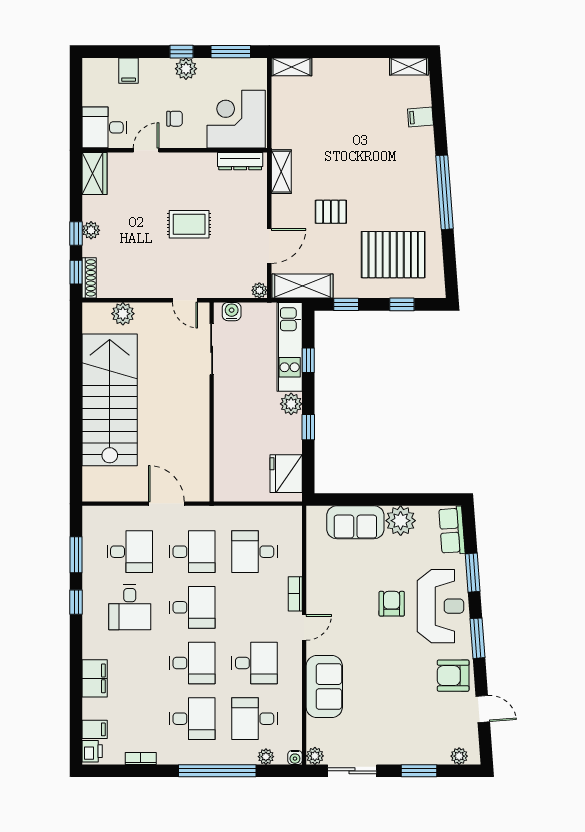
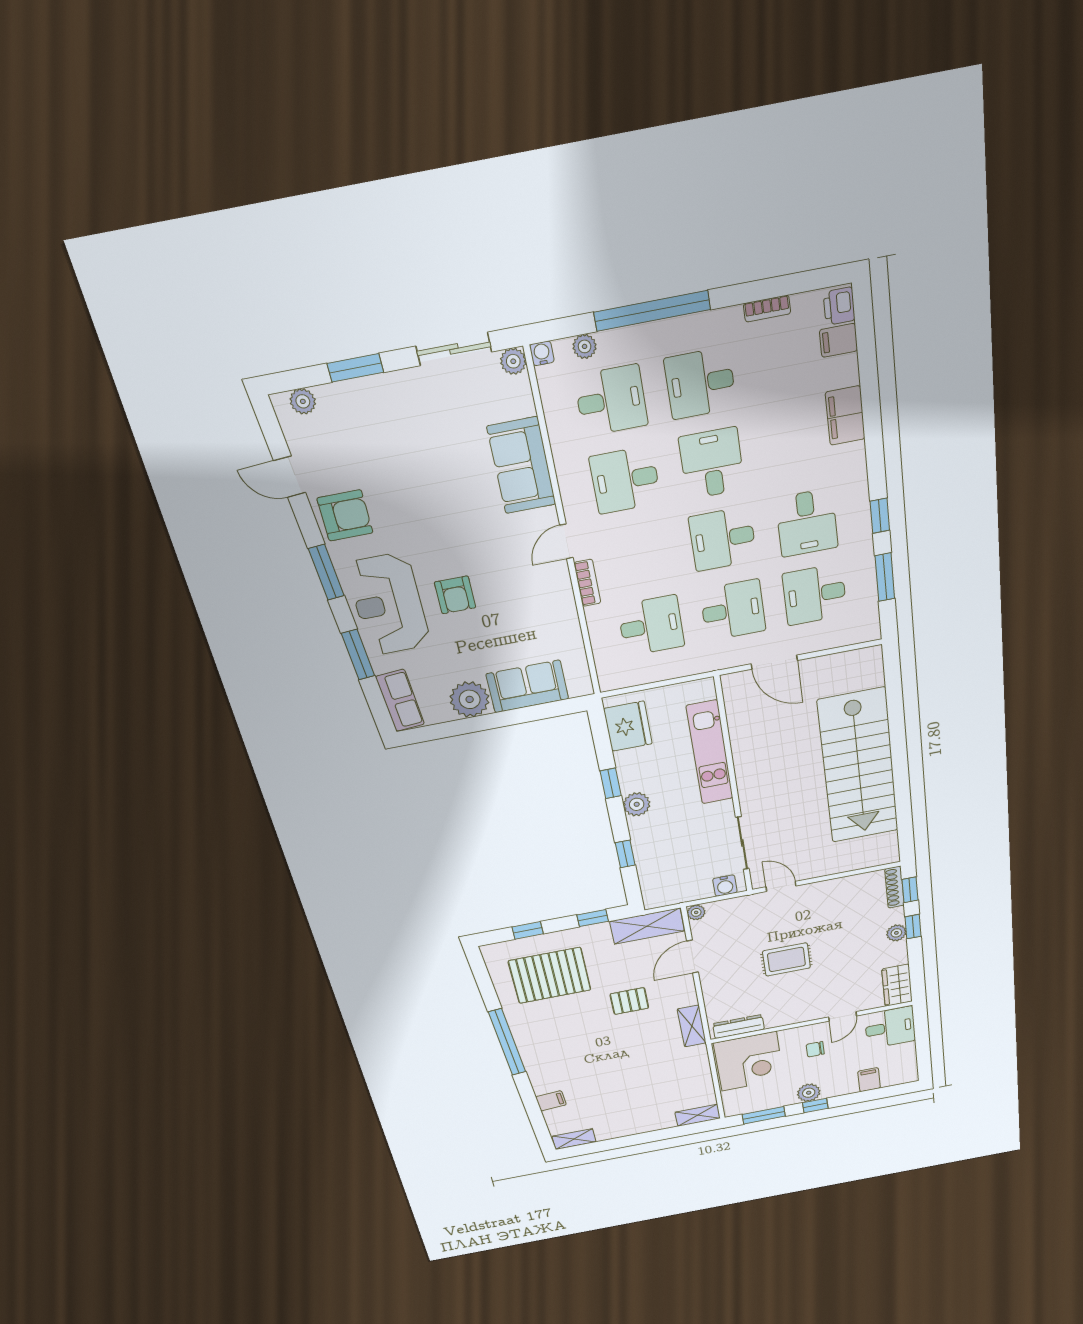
plant: (123, 314) -> (852, 859), removed
kitchen unit: (290, 347) -> (710, 753), moved, turned 180
desk: (192, 552) -> (733, 610), turned 180
desk: (130, 607) -> (807, 523), turned 180
desk: (192, 663) -> (712, 463), turned 90

